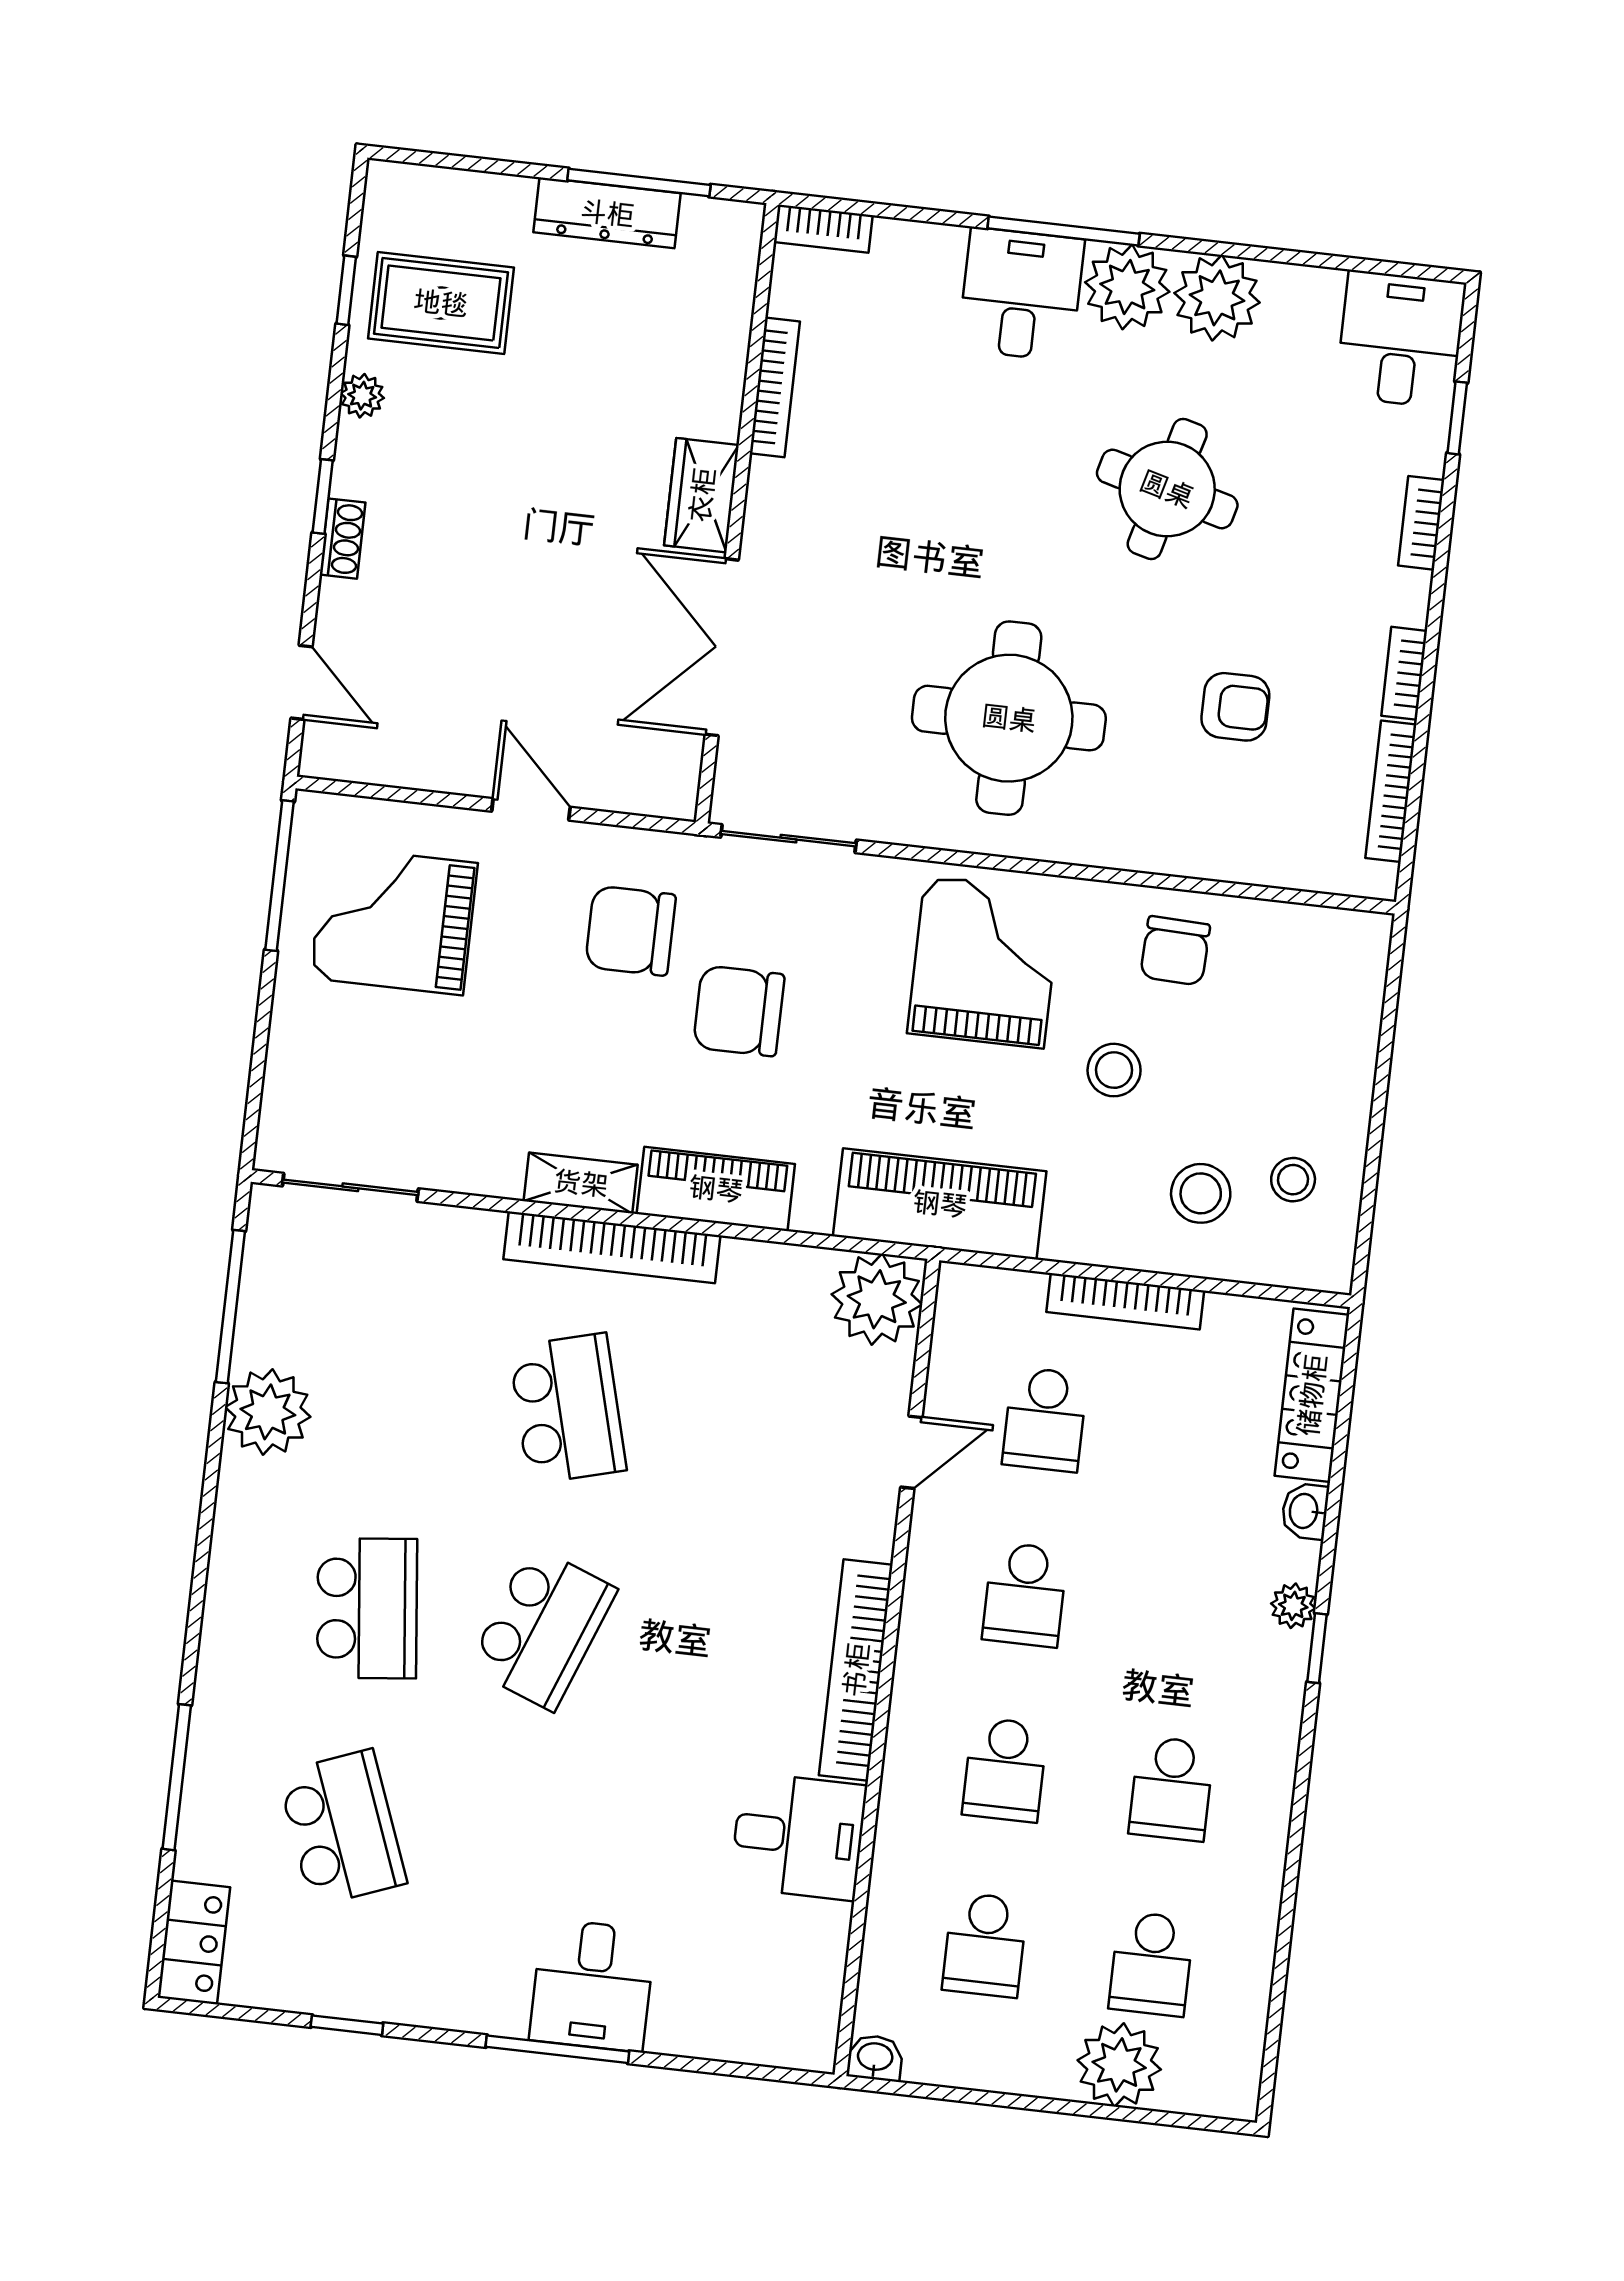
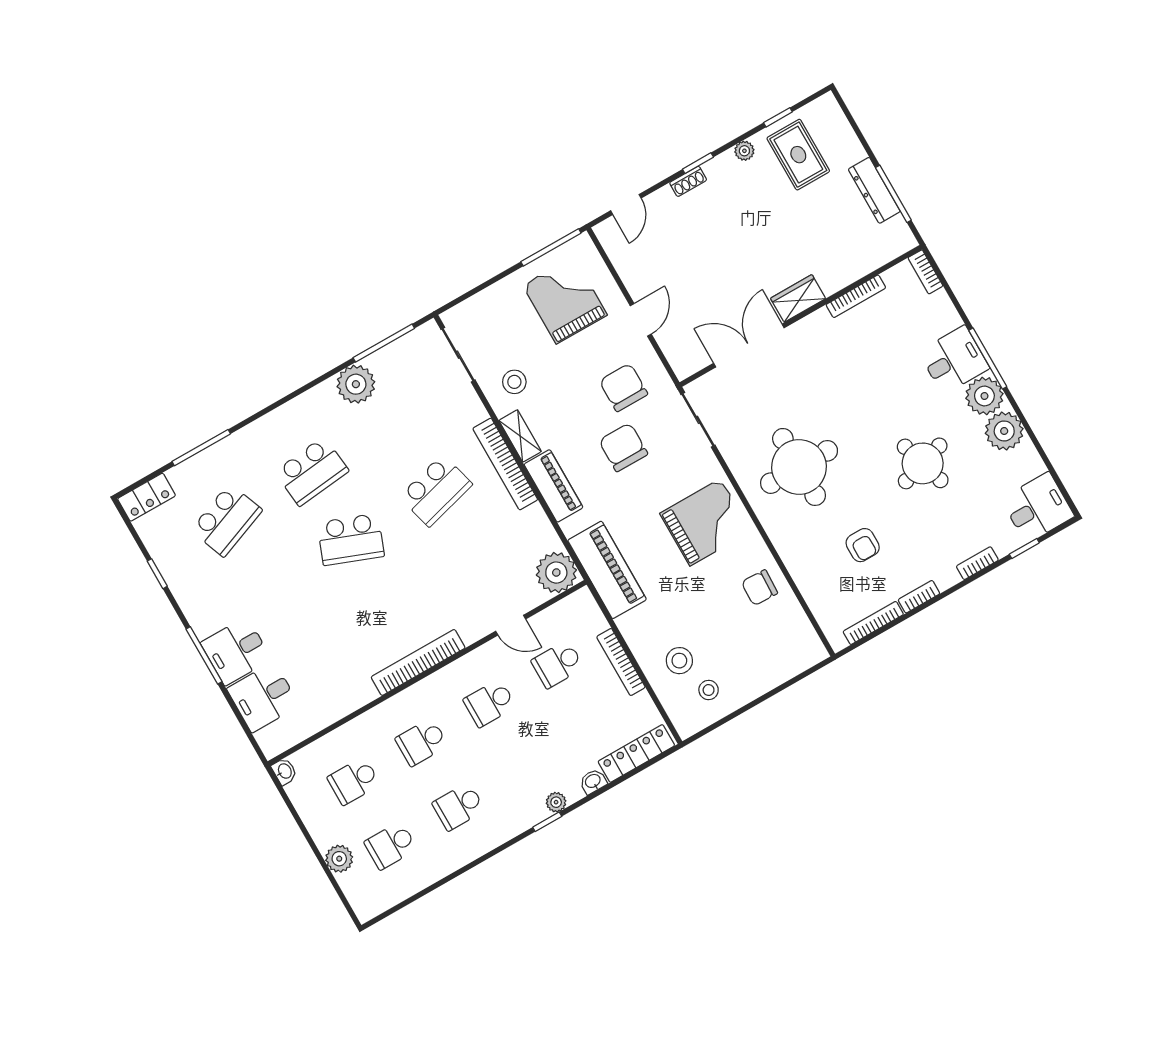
round table: (1167, 489) -> (923, 463), turned -32
stool: (1114, 1070) -> (514, 382), moved
desk: (798, 1836) -> (263, 697), moved, turned 90
plant: (1119, 2065) -> (339, 859), width x0.73, depth x0.73

